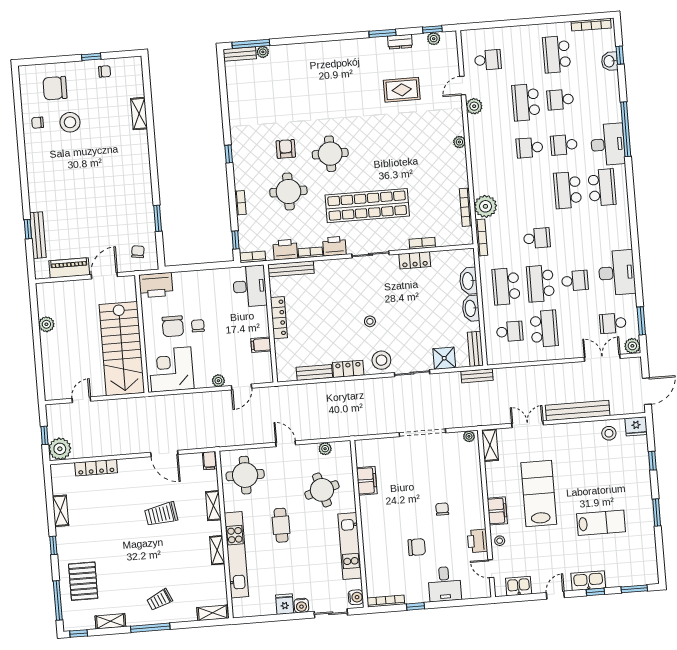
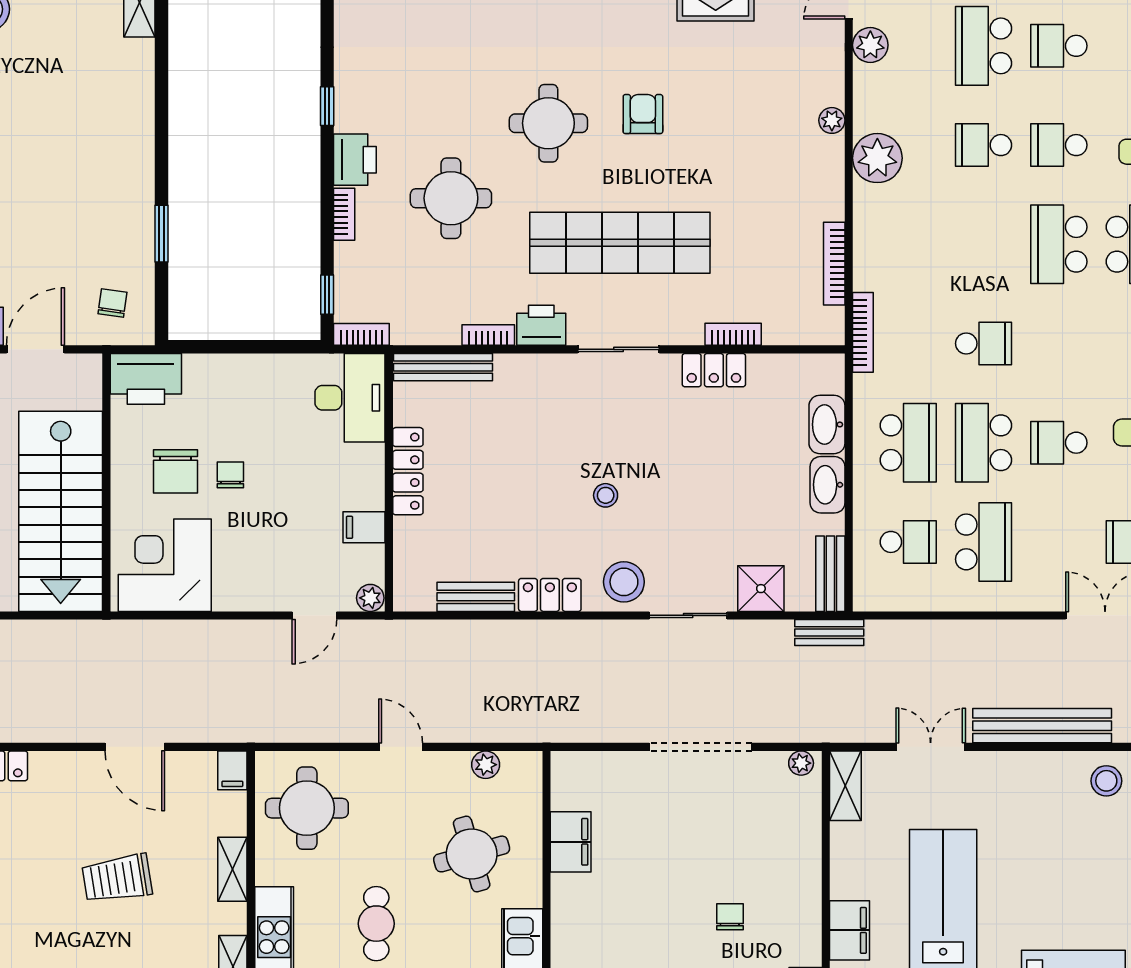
armchair: (286, 149) -> (643, 114), moved
plant: (485, 206) -> (877, 158), moved
printer: (285, 250) -> (355, 160), moved, turned 90
school desk: (575, 281) -> (1059, 443), turned 180
school desk: (506, 286) -> (908, 443), turned 180
plant: (218, 381) -> (370, 598), moved

